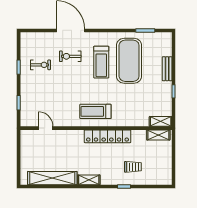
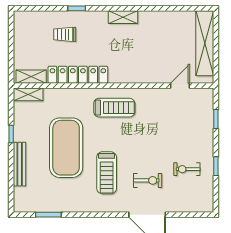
exercise mat: (129, 61) -> (66, 148), moved
treadmill: (101, 62) -> (107, 173), turned 180
bench: (167, 69) -> (20, 164), width x1.36
door: (46, 128) -> (180, 86), swing flipped
locker: (107, 136) -> (78, 75), moved
shelving: (52, 178) -> (205, 43), moved, turned 90

